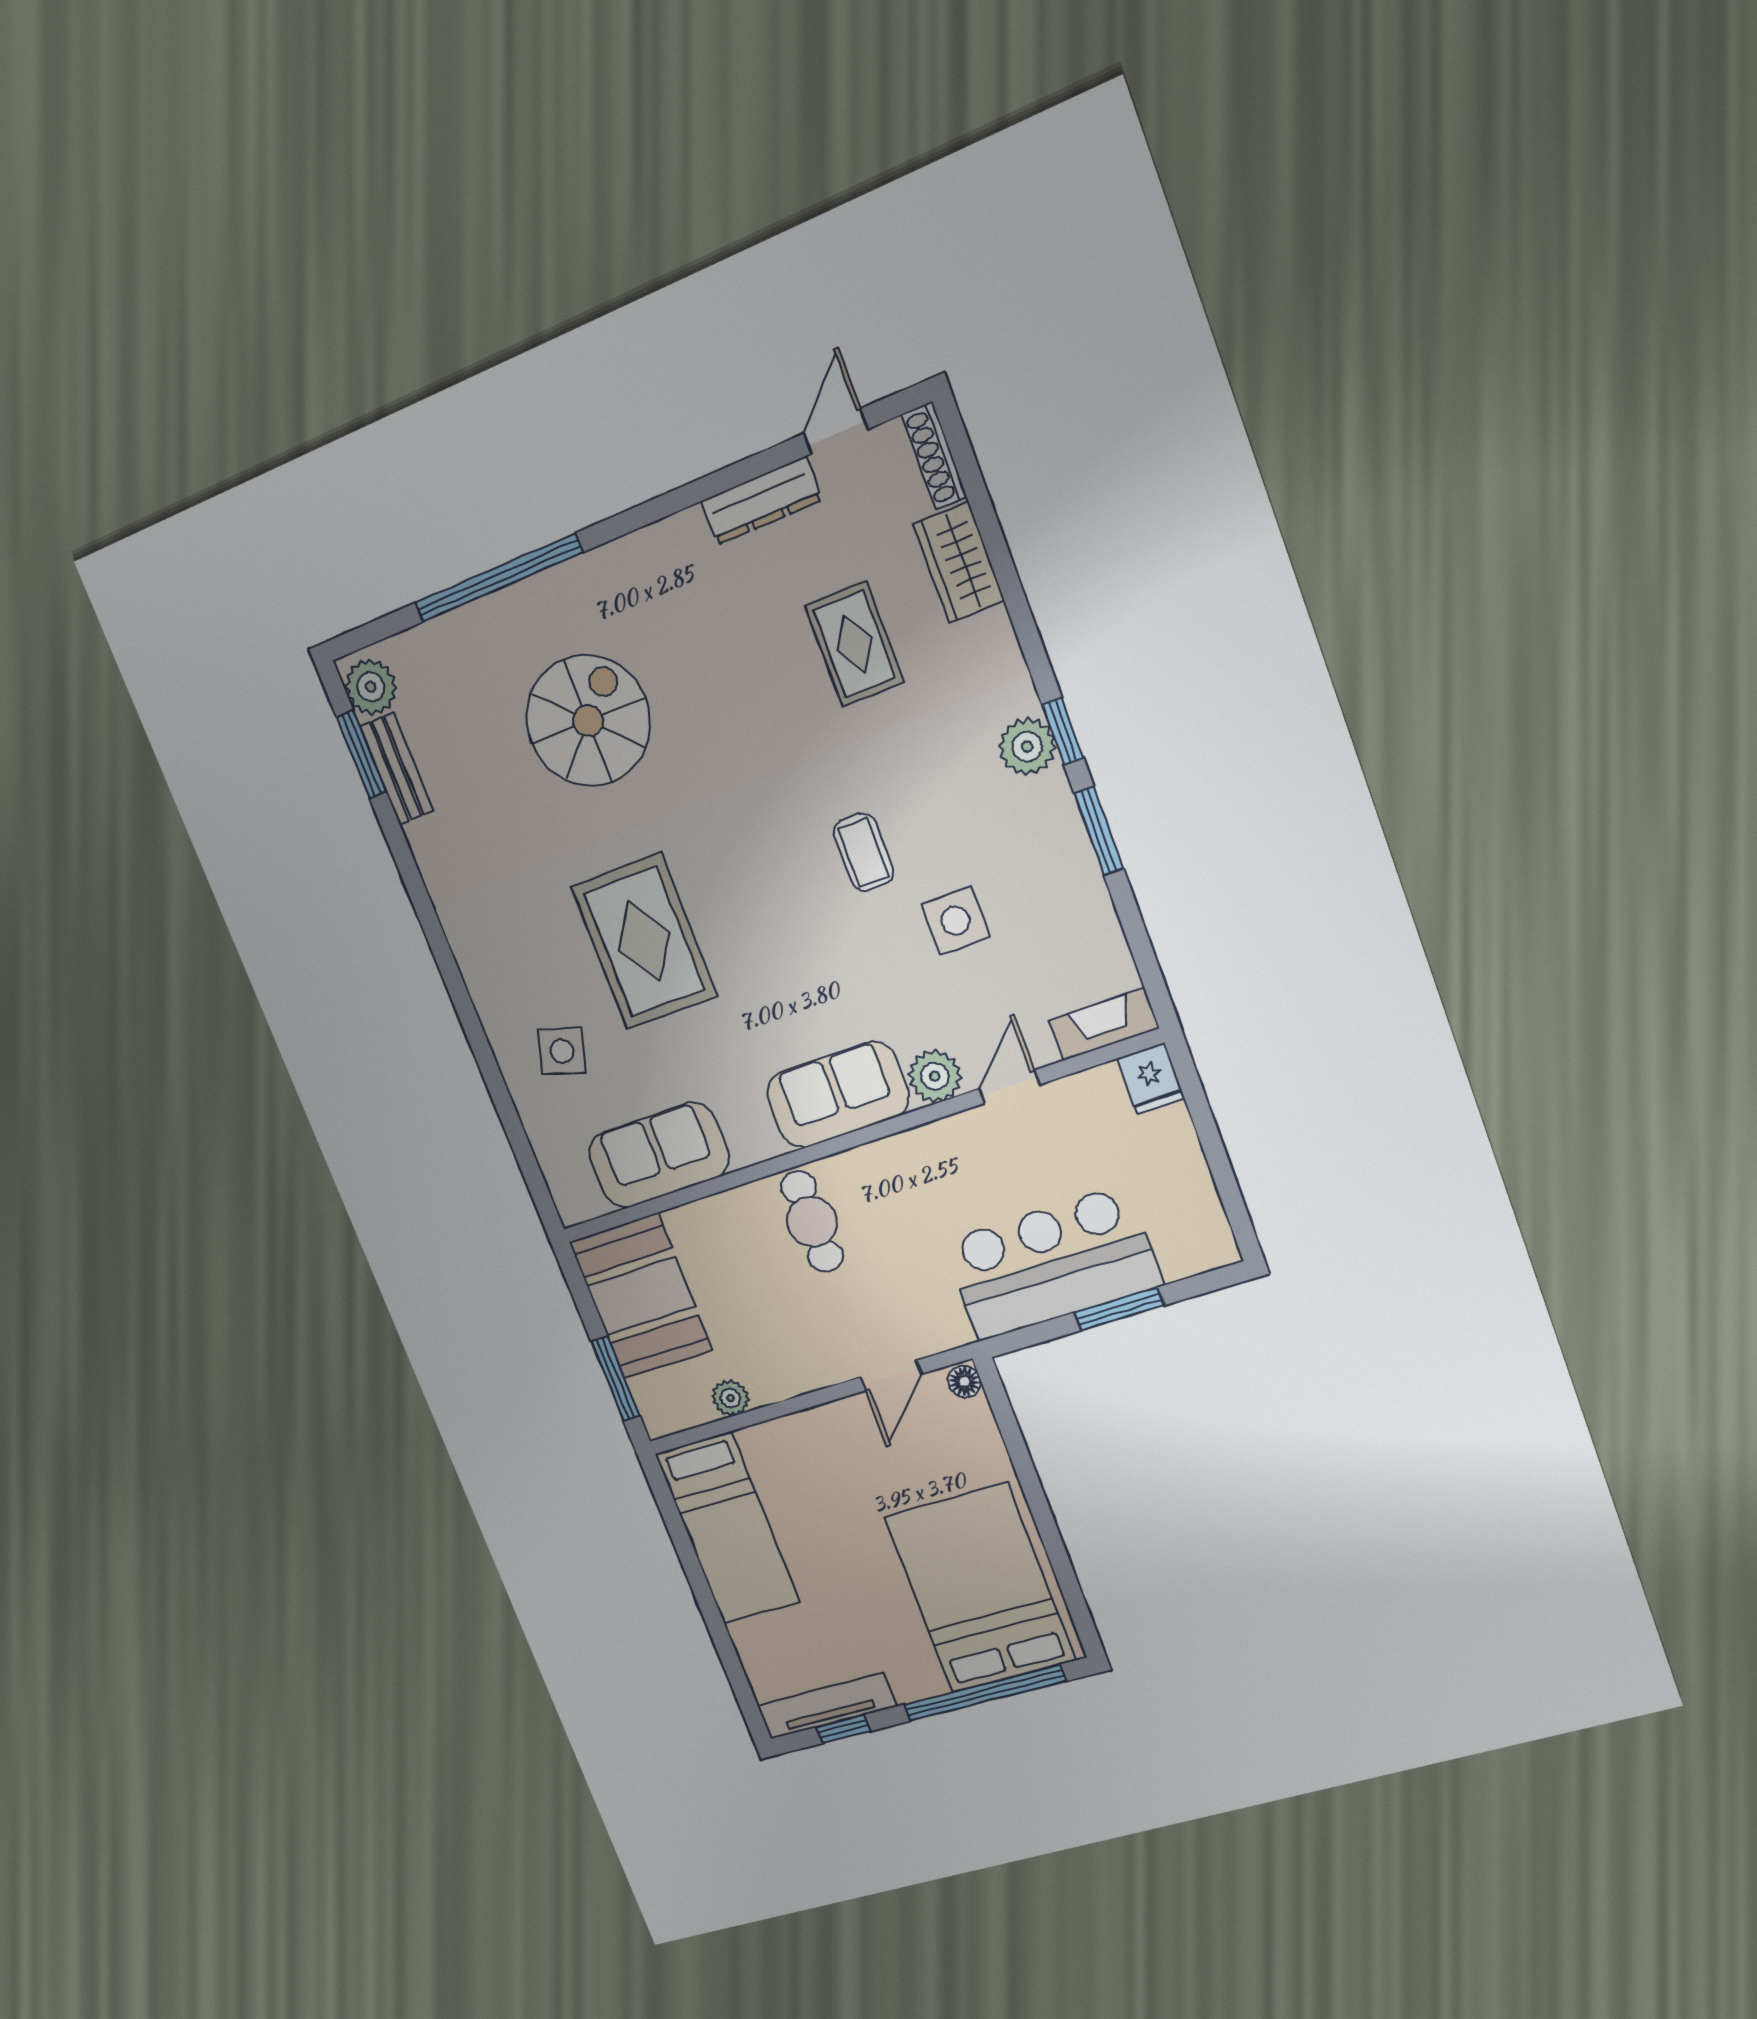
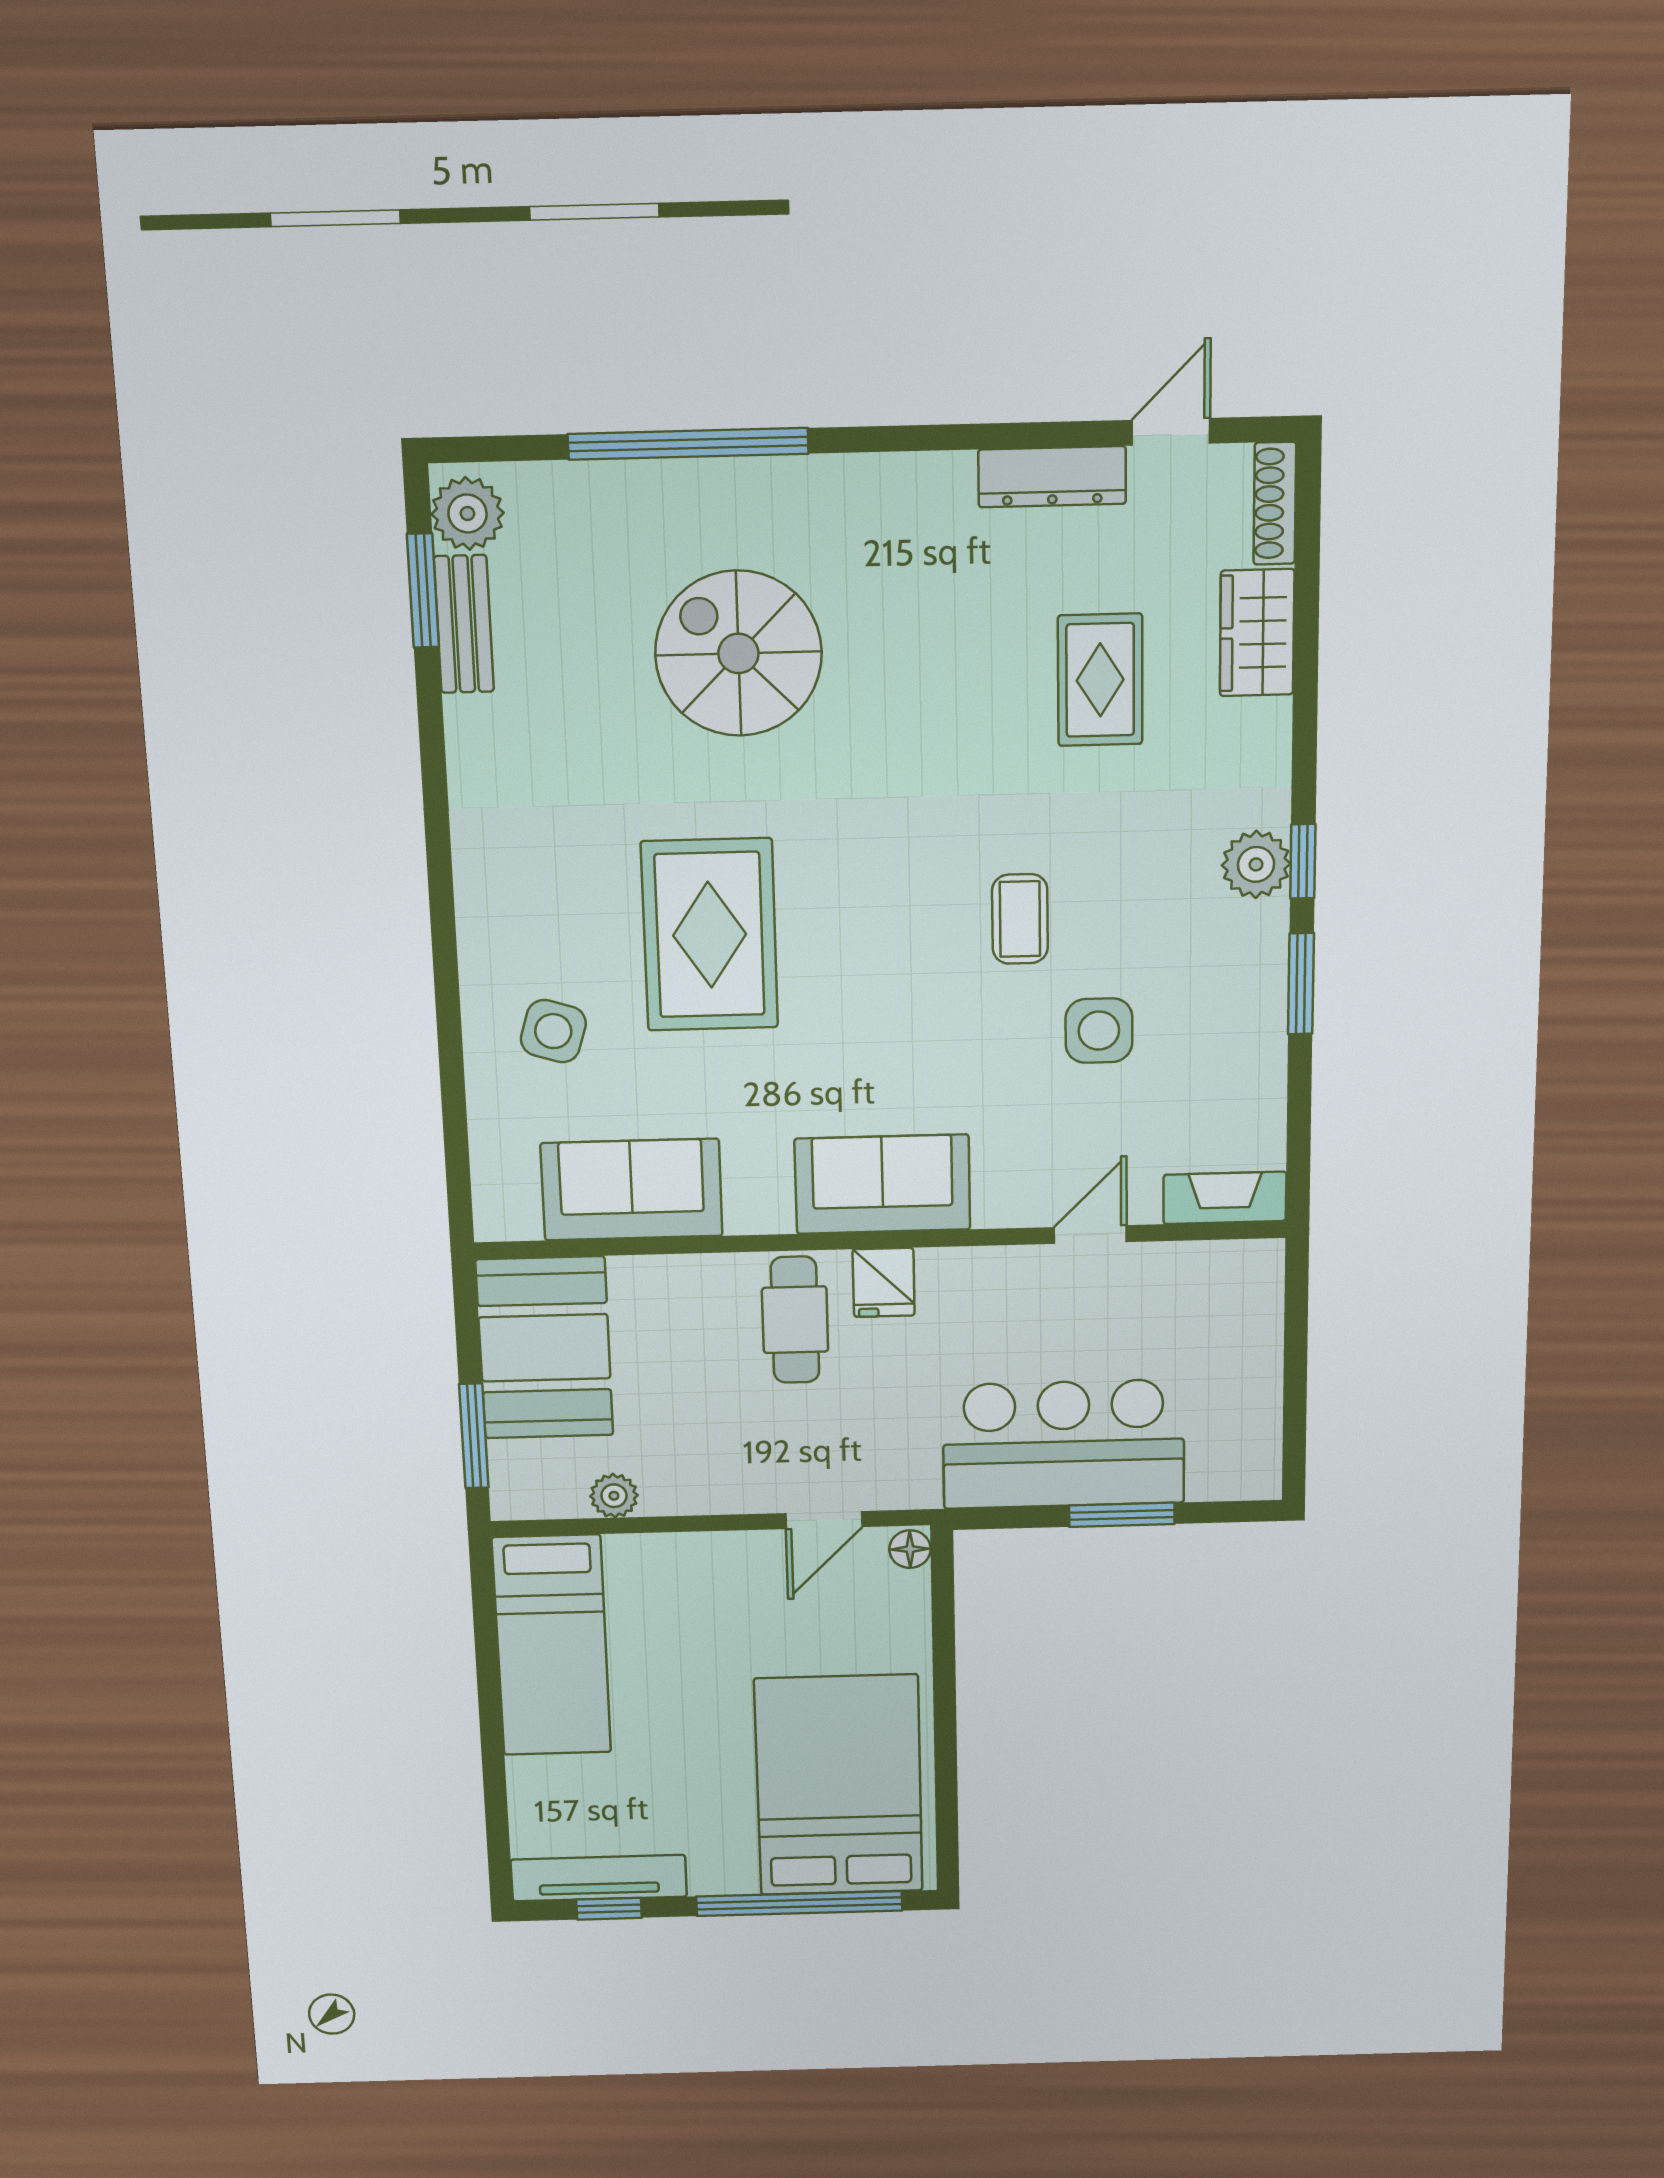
spiral stairs: (588, 721) -> (738, 653), turned -90
plant: (935, 1076) -> (1007, 1197), removed
fridge: (1151, 1078) -> (884, 1282), moved

